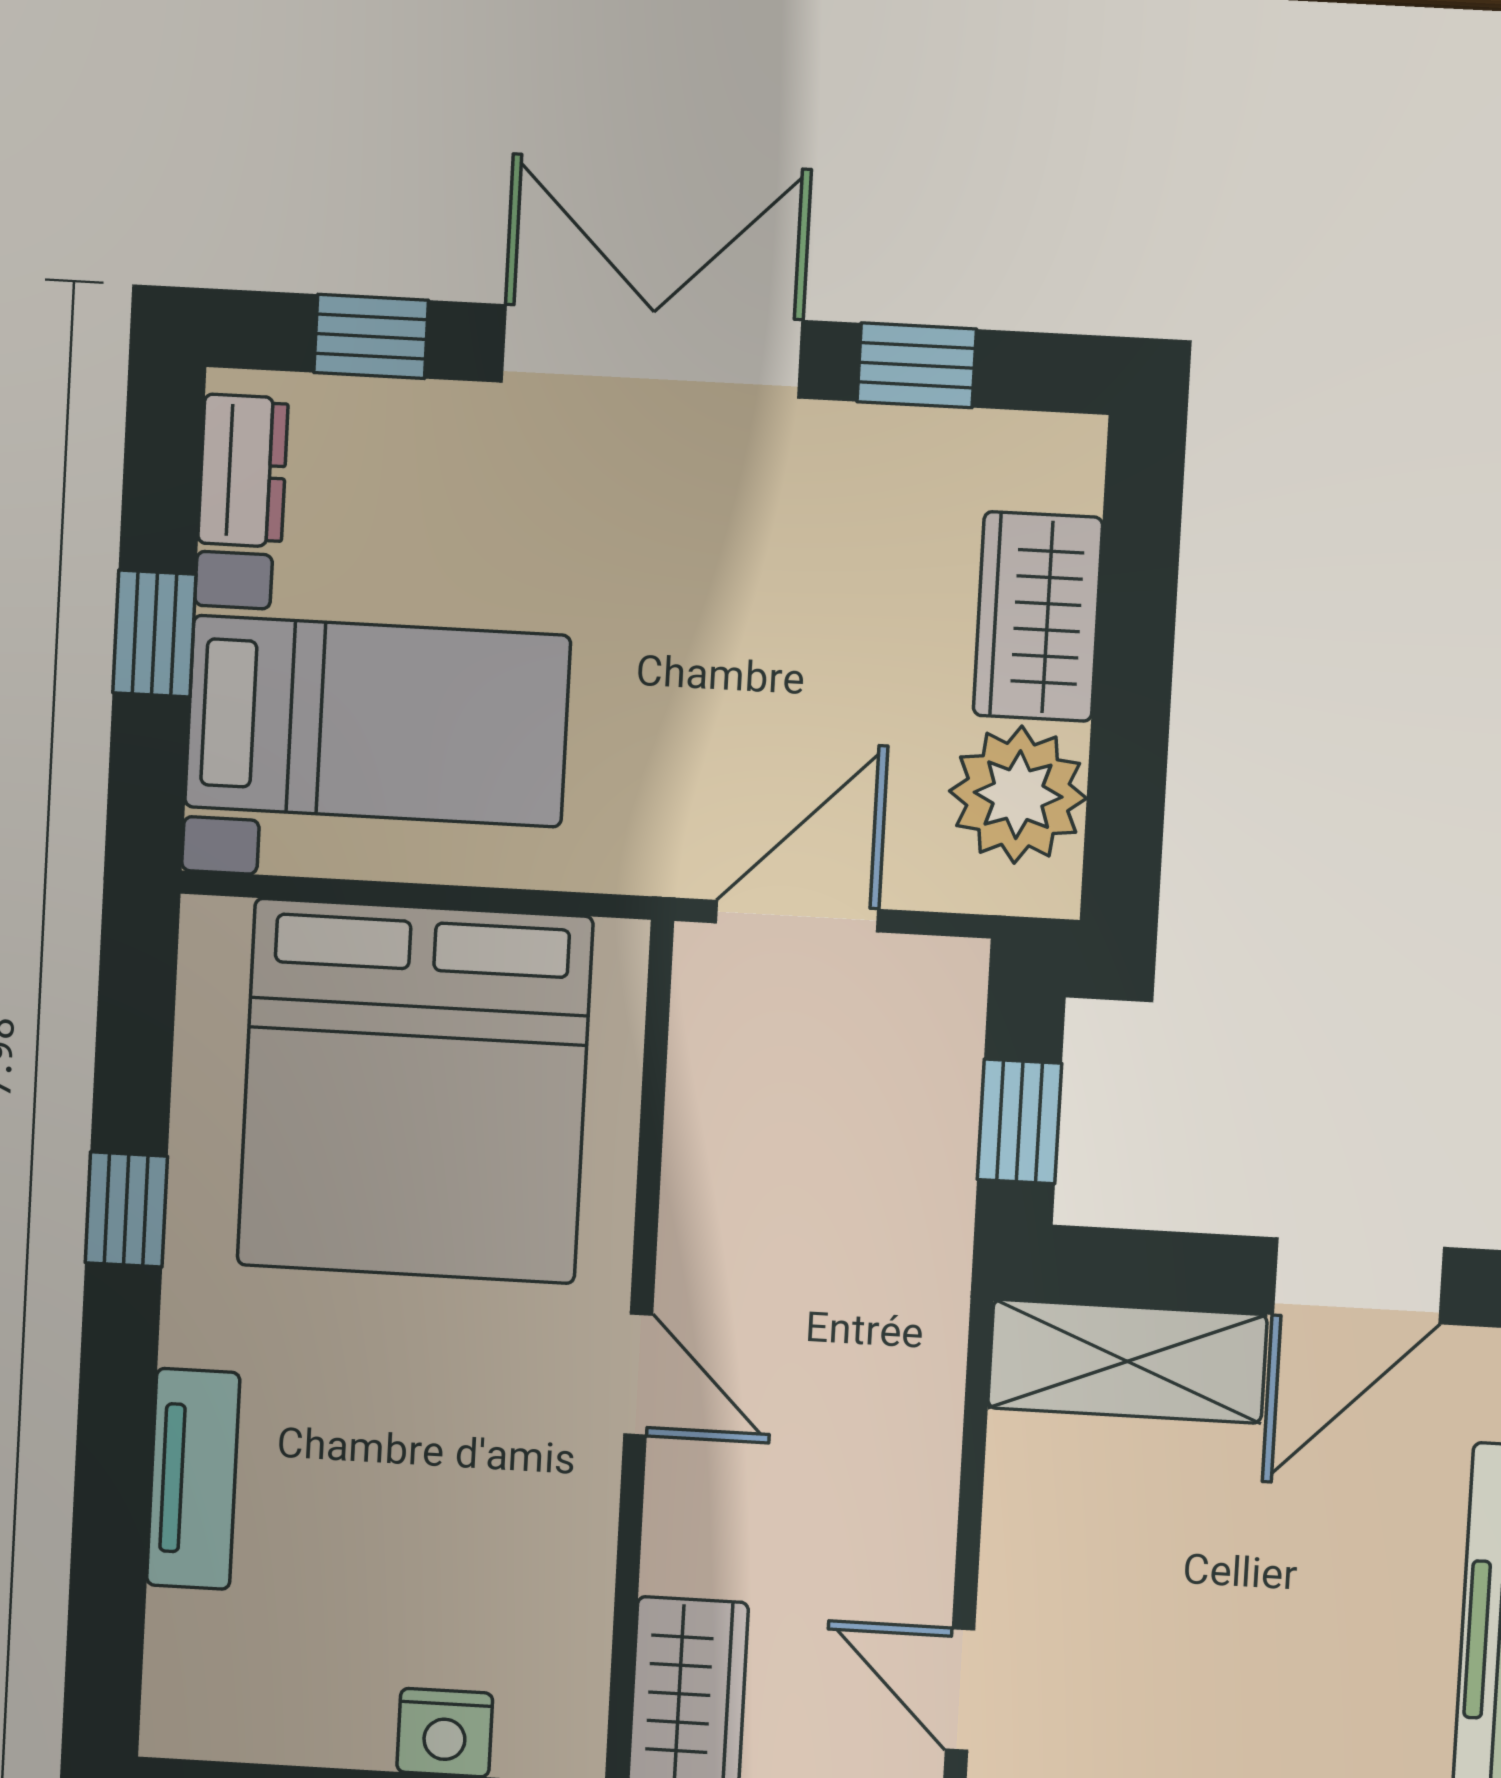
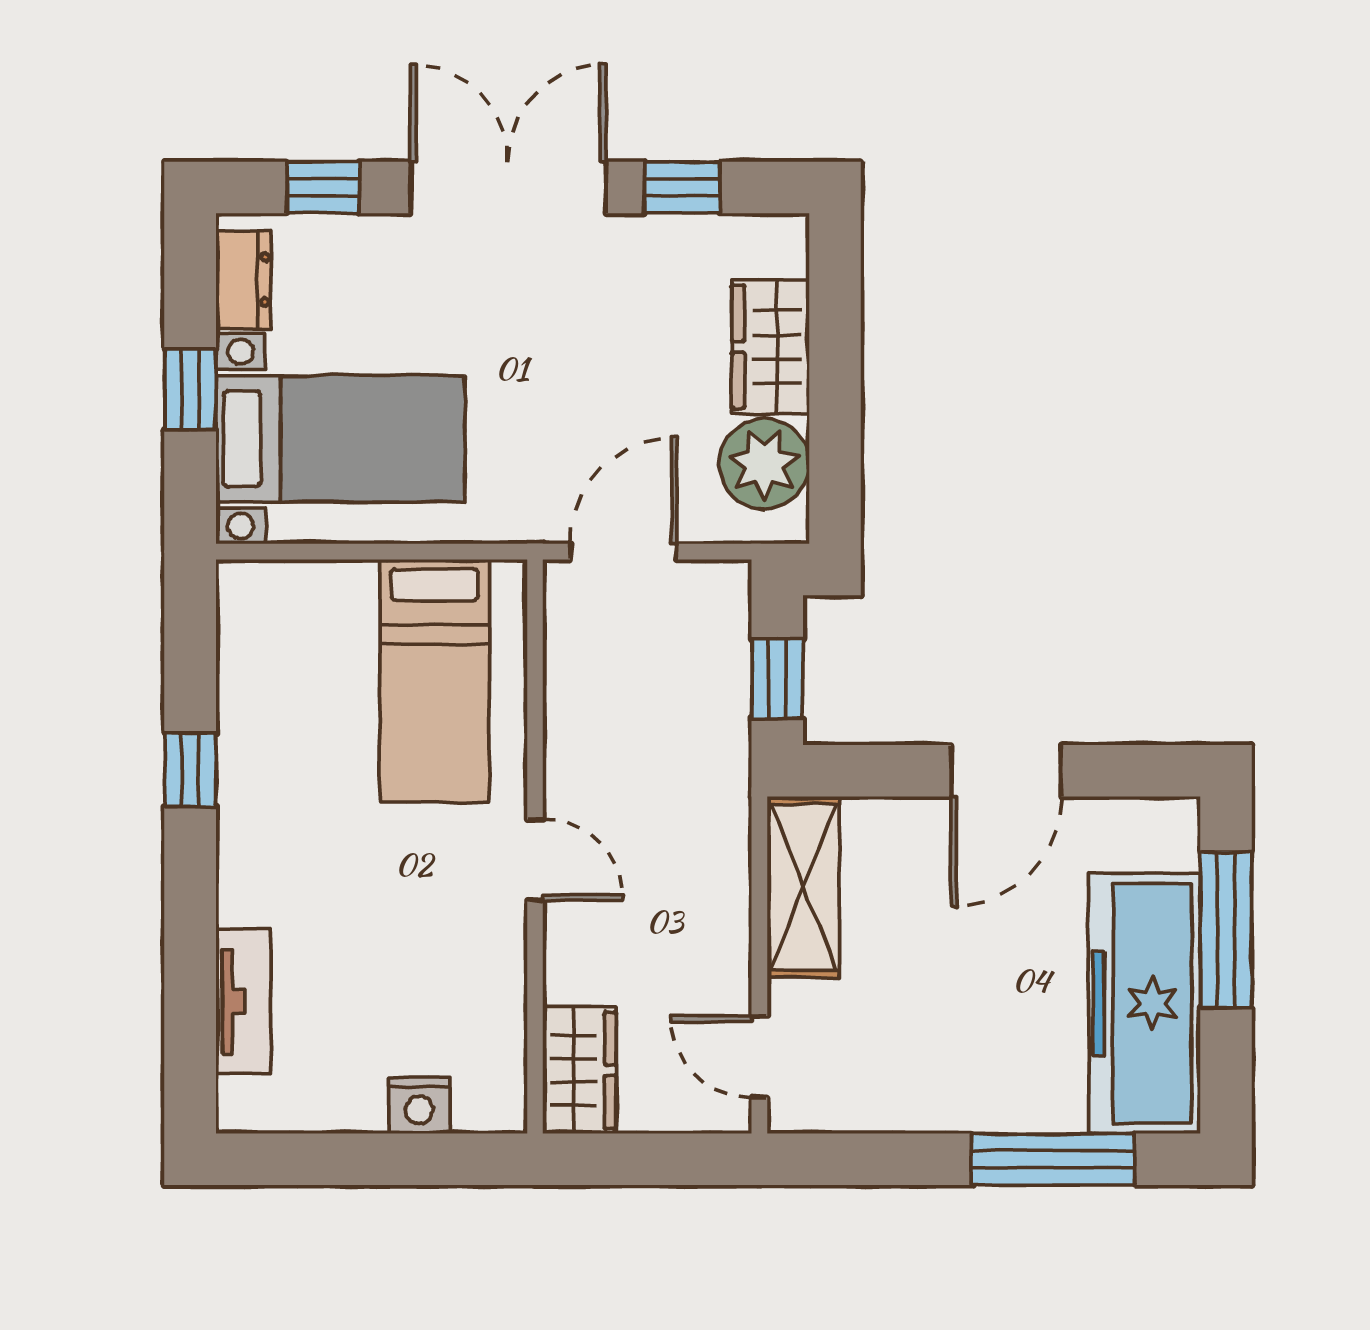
bed: (415, 1091) -> (435, 681), width x0.49
shelving: (1127, 1361) -> (803, 887), moved, turned 90
tv unit: (193, 1479) -> (243, 1001), moved

